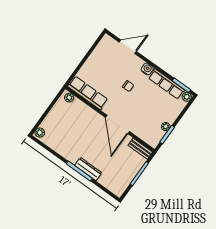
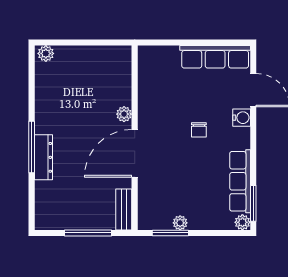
water cooler: (147, 69) -> (242, 118), moved
row of seats: (88, 93) -> (215, 57), moved, turned 90
plant: (69, 97) -> (124, 114), moved

